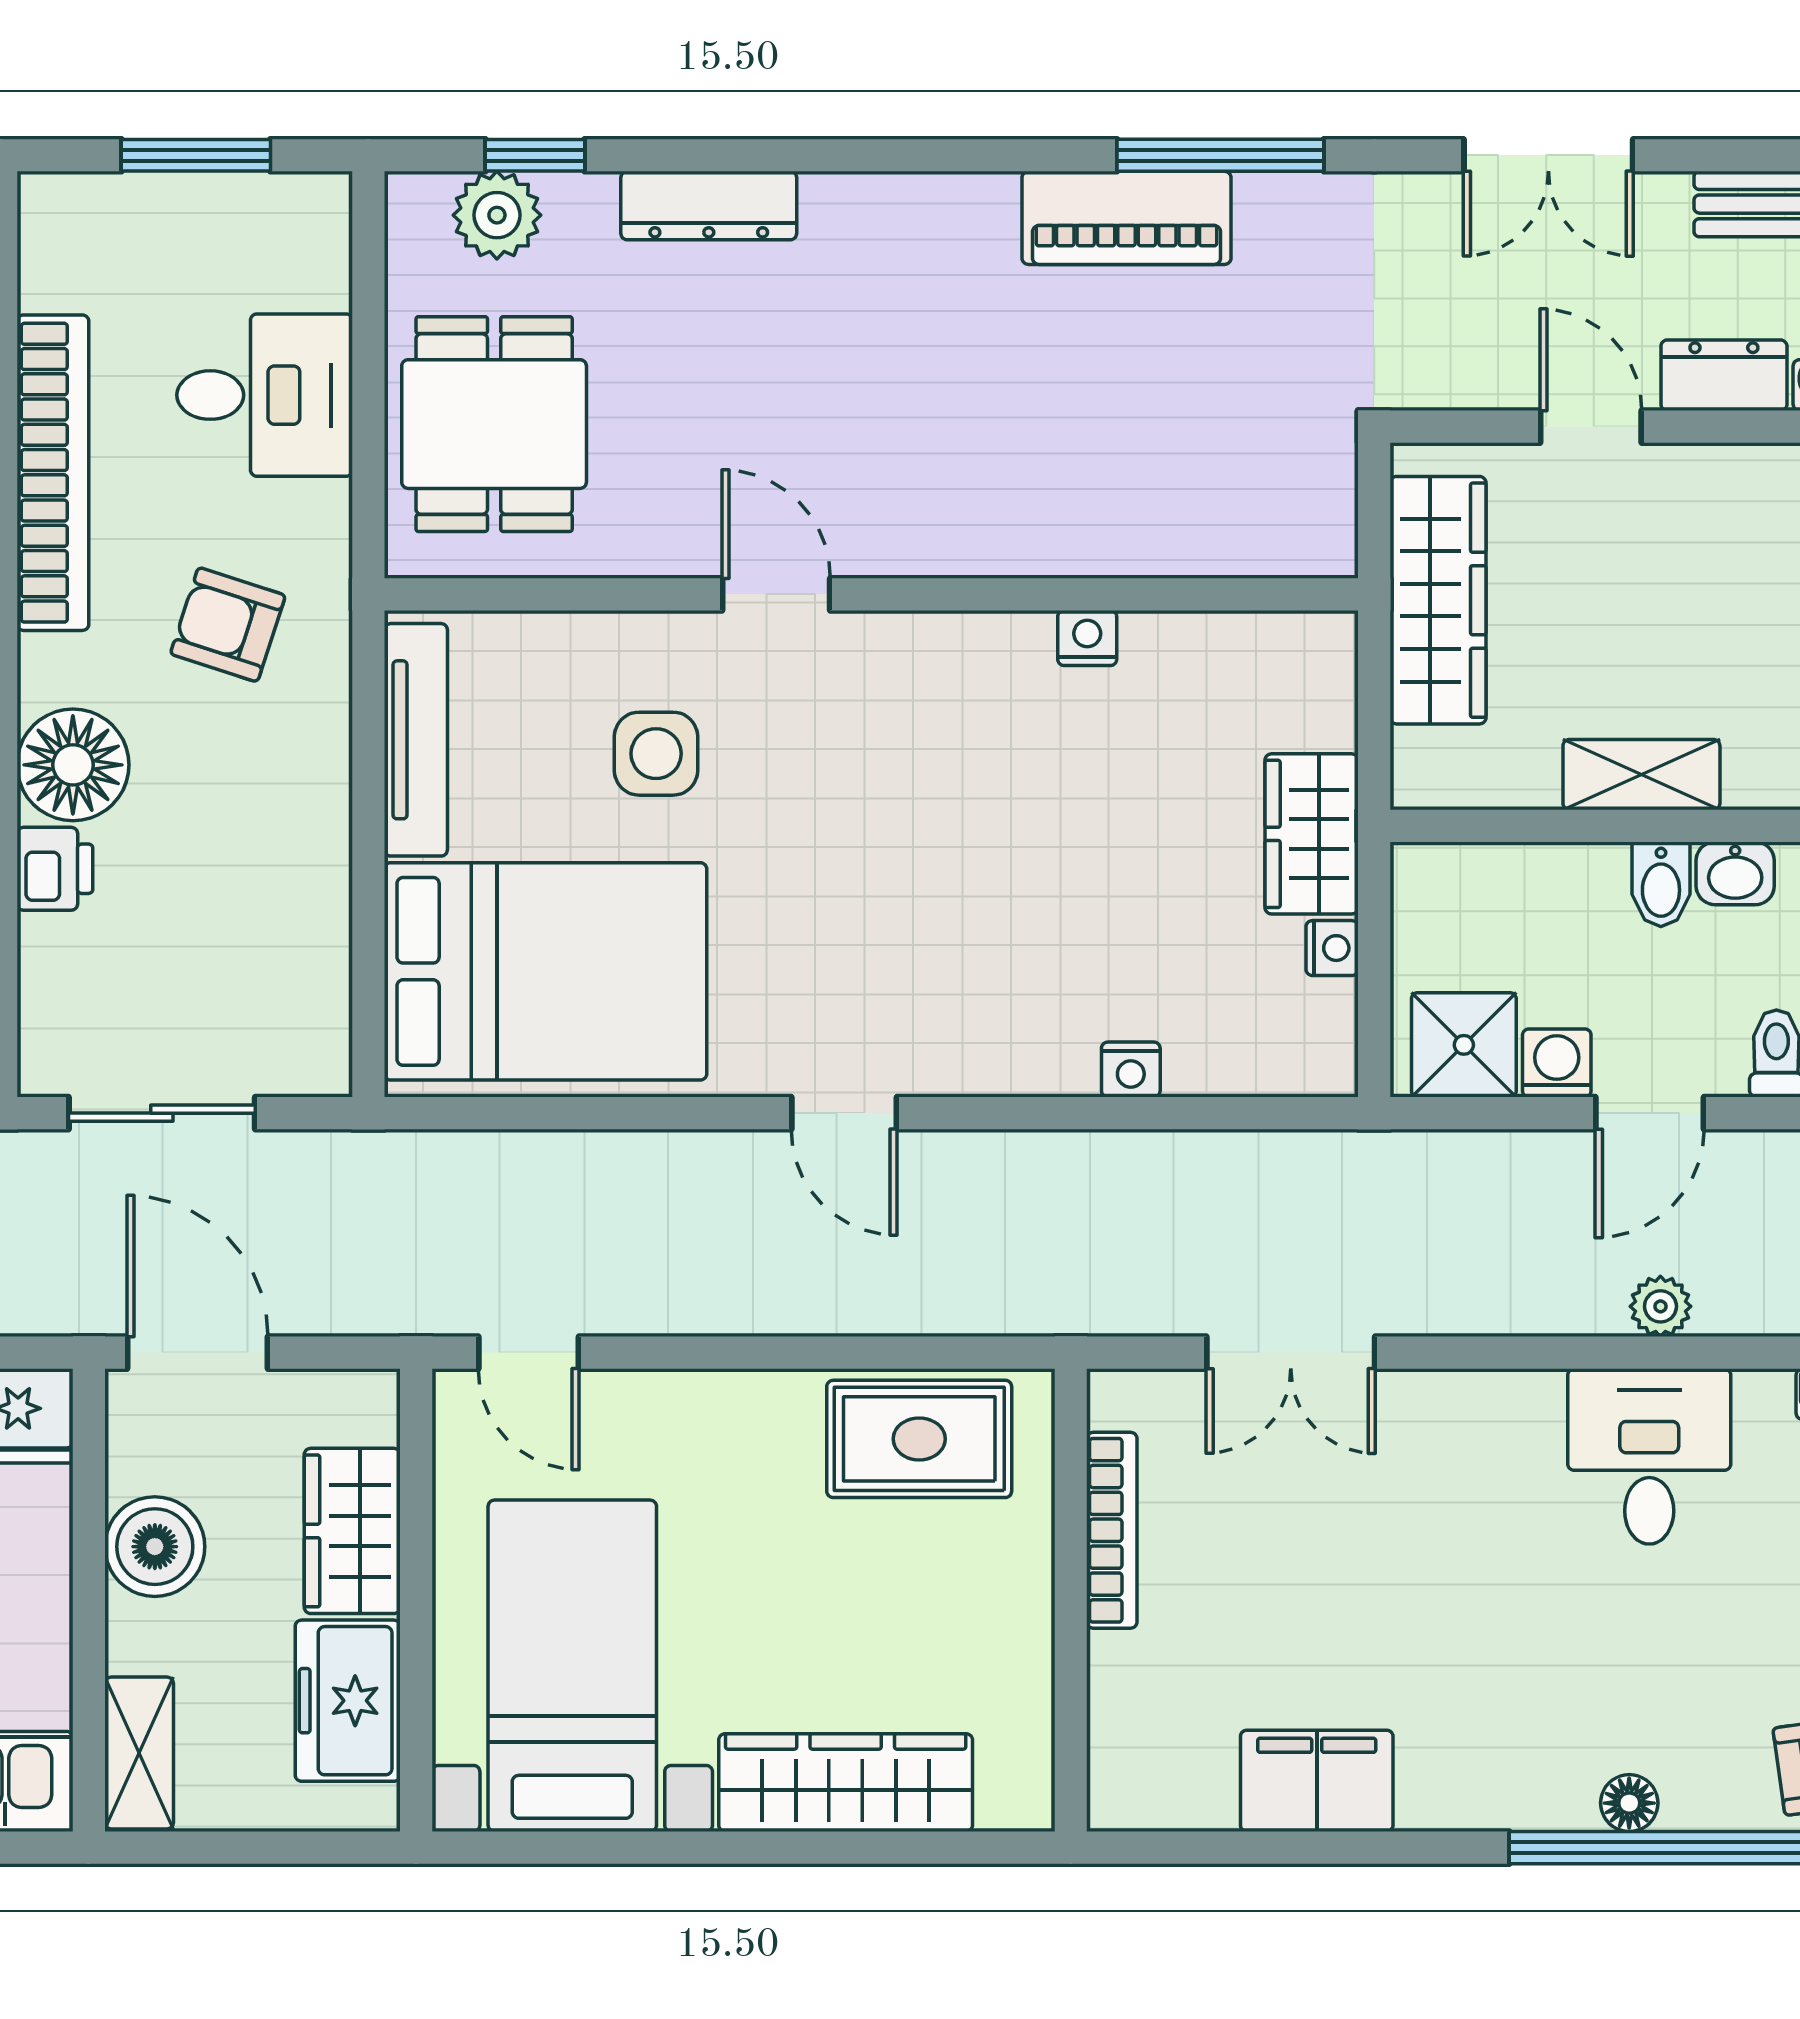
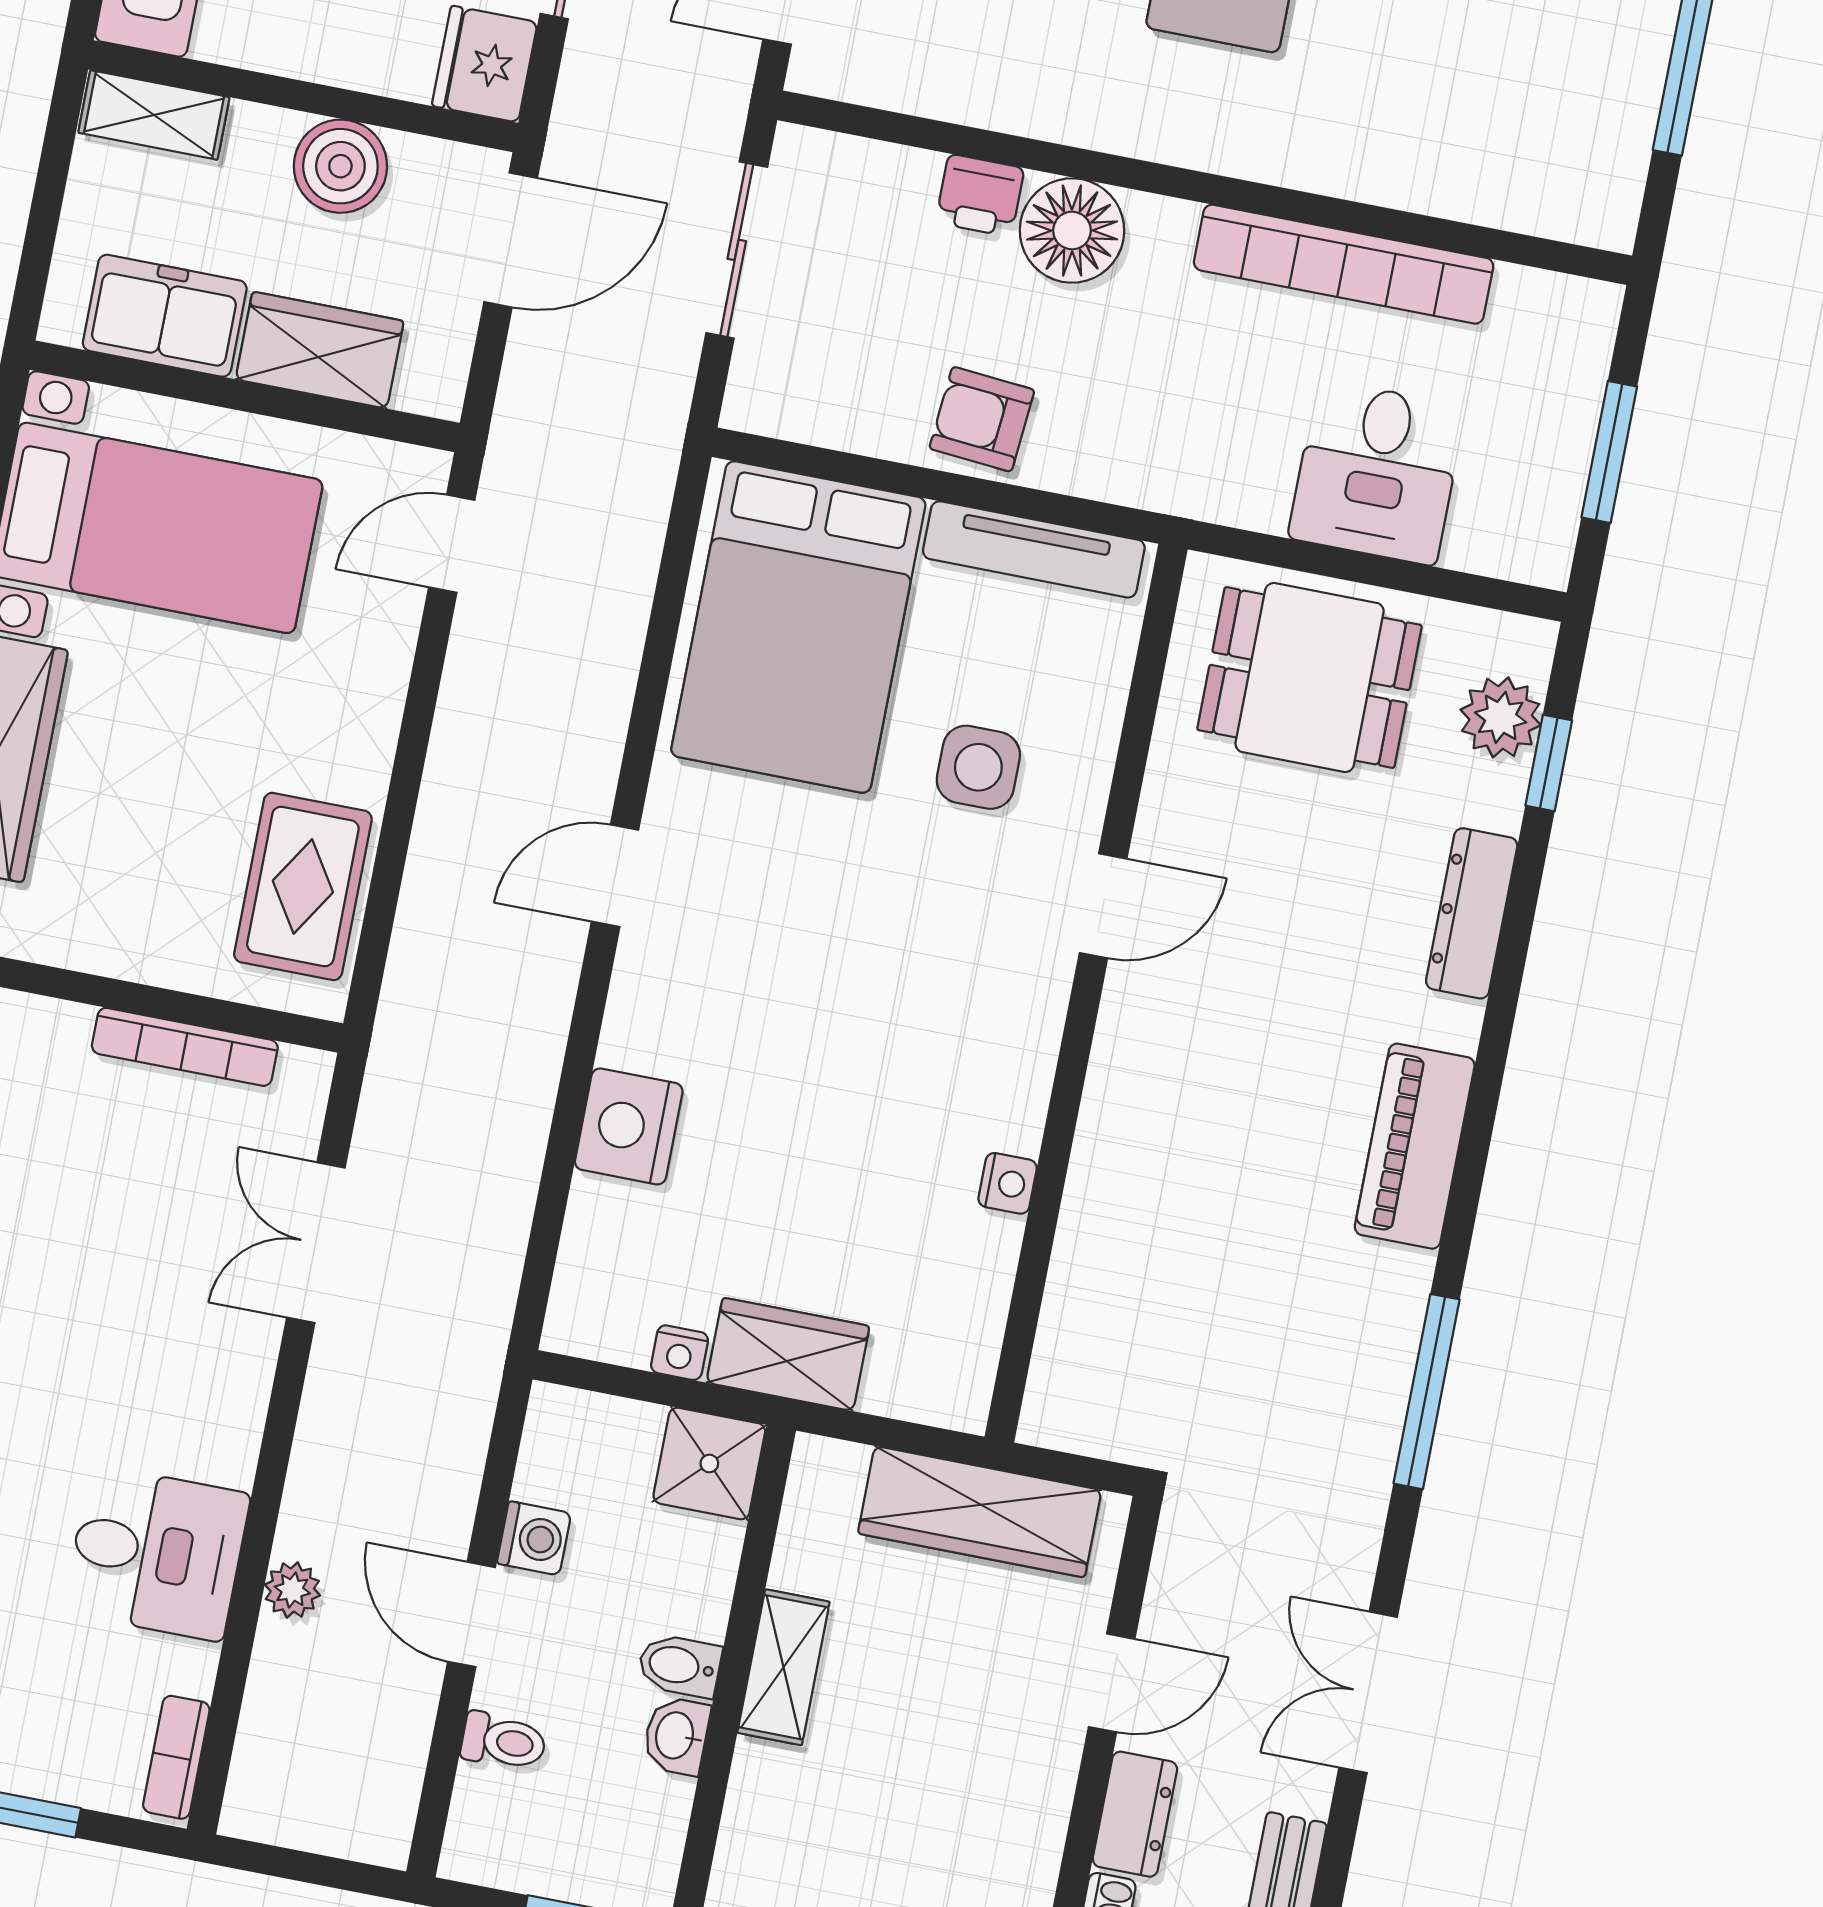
piano: (1127, 218) -> (1415, 1146), moved
armchair: (228, 625) -> (982, 419), moved, turned -103
shower: (1464, 1045) -> (709, 1463), moved
nightstand: (1131, 1070) -> (629, 1126), width x1.89, depth x1.79

